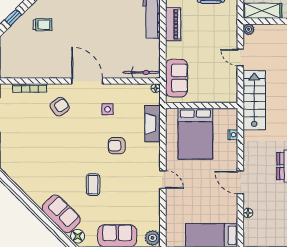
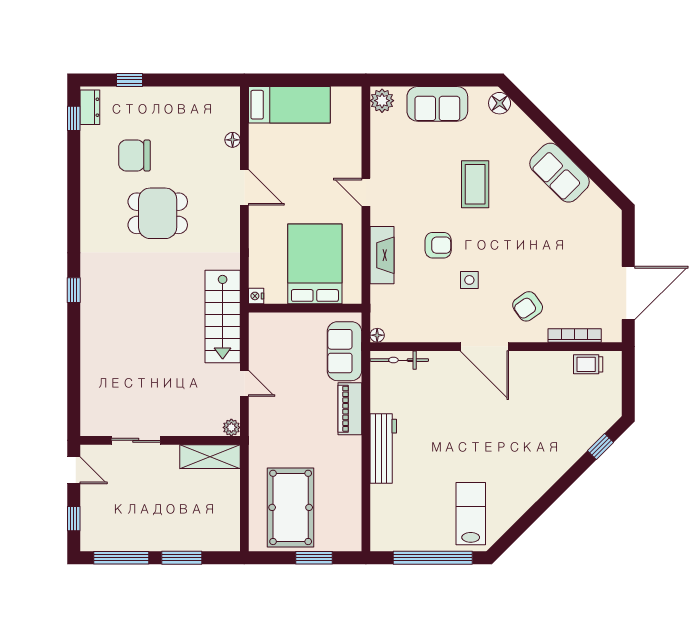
piano: (173, 24) -> (350, 409), moved
trolley: (43, 25) -> (588, 364), moved
side table: (108, 109) -> (469, 280), moved
fireplace: (153, 124) -> (382, 255), moved
nightstand: (233, 135) -> (256, 296), moved
coffee table: (93, 185) -> (475, 184), width x1.36, depth x1.30
sofa: (61, 214) -> (559, 173), moved

